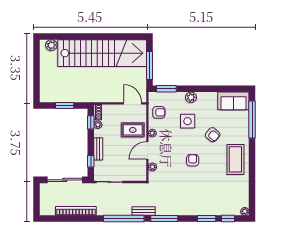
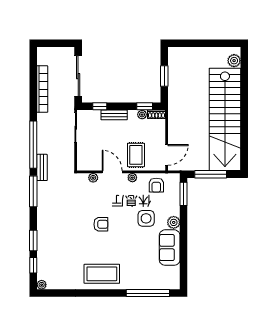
sofa: (233, 101) -> (170, 248), moved
armchair: (213, 135) -> (130, 247), removed

